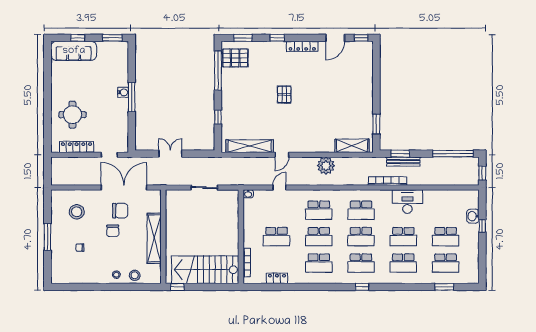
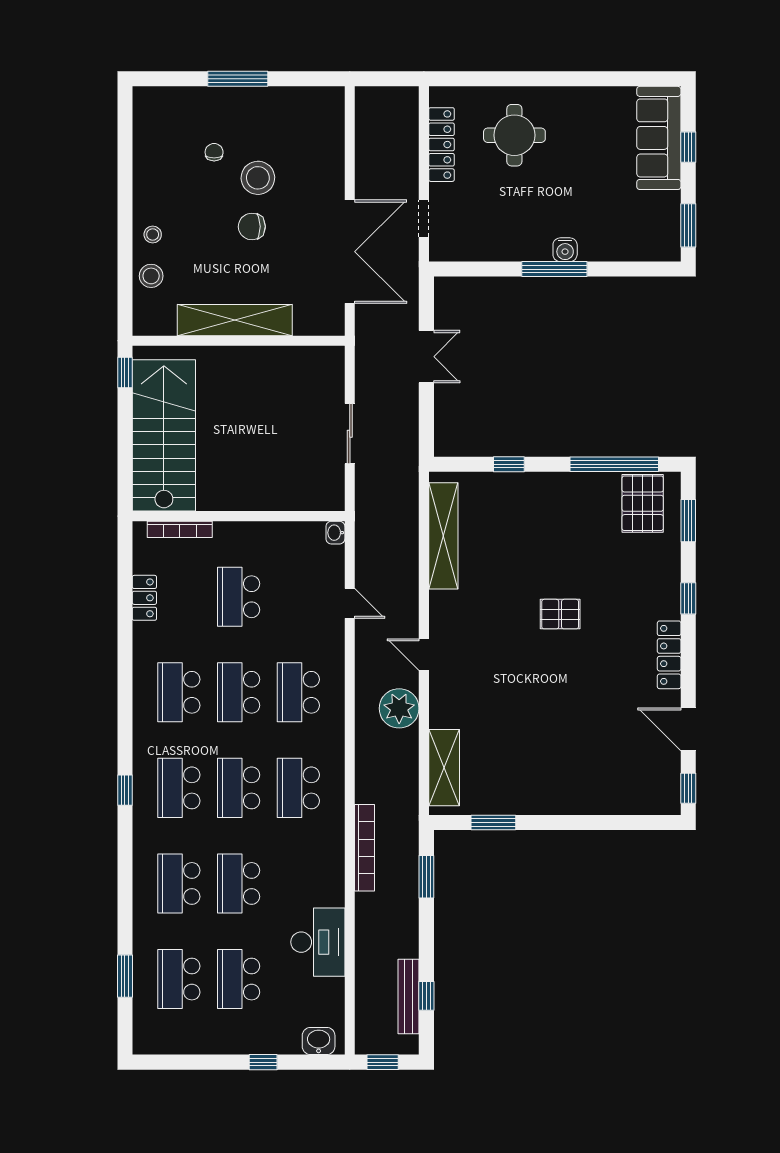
window: (453, 154) -> (426, 996), width x0.32
door: (282, 155) -> (424, 655), moved
bench: (403, 162) -> (408, 996), moved
desk: (407, 202) -> (318, 942), moved
chair: (120, 211) -> (297, 243), removed
stool: (77, 212) -> (258, 178), moved
washbasin: (473, 216) -> (319, 1041), moved

